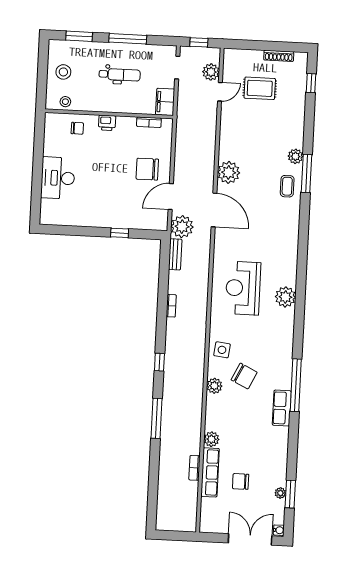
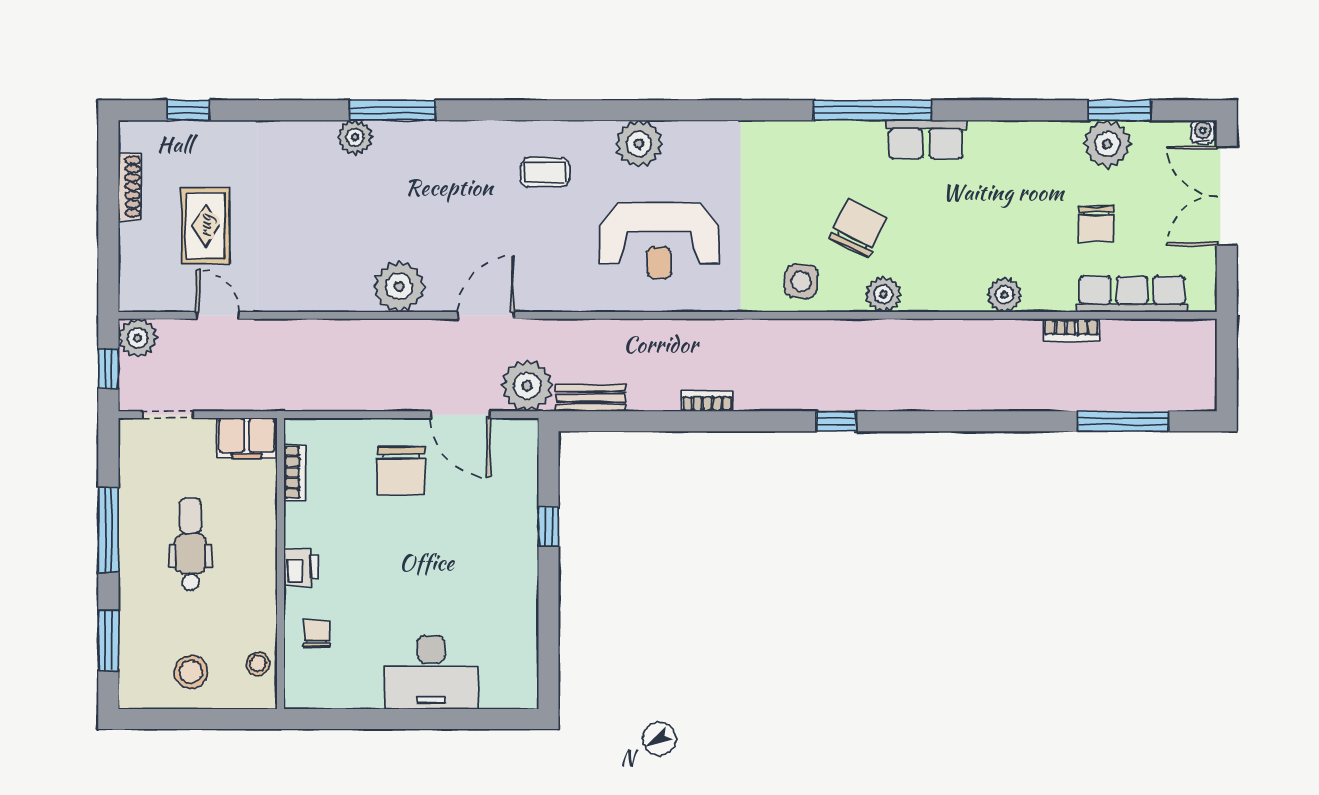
plant: (211, 72) -> (138, 338), moved
coffee table: (287, 186) -> (545, 172), moved
door: (214, 210) -> (486, 315), width x0.73
plant: (285, 297) -> (639, 144), moved
window: (157, 418) -> (1123, 421), moved
row of seats: (210, 472) -> (1132, 294), moved
plant: (280, 493) -> (1107, 144), width x1.87, depth x1.87

